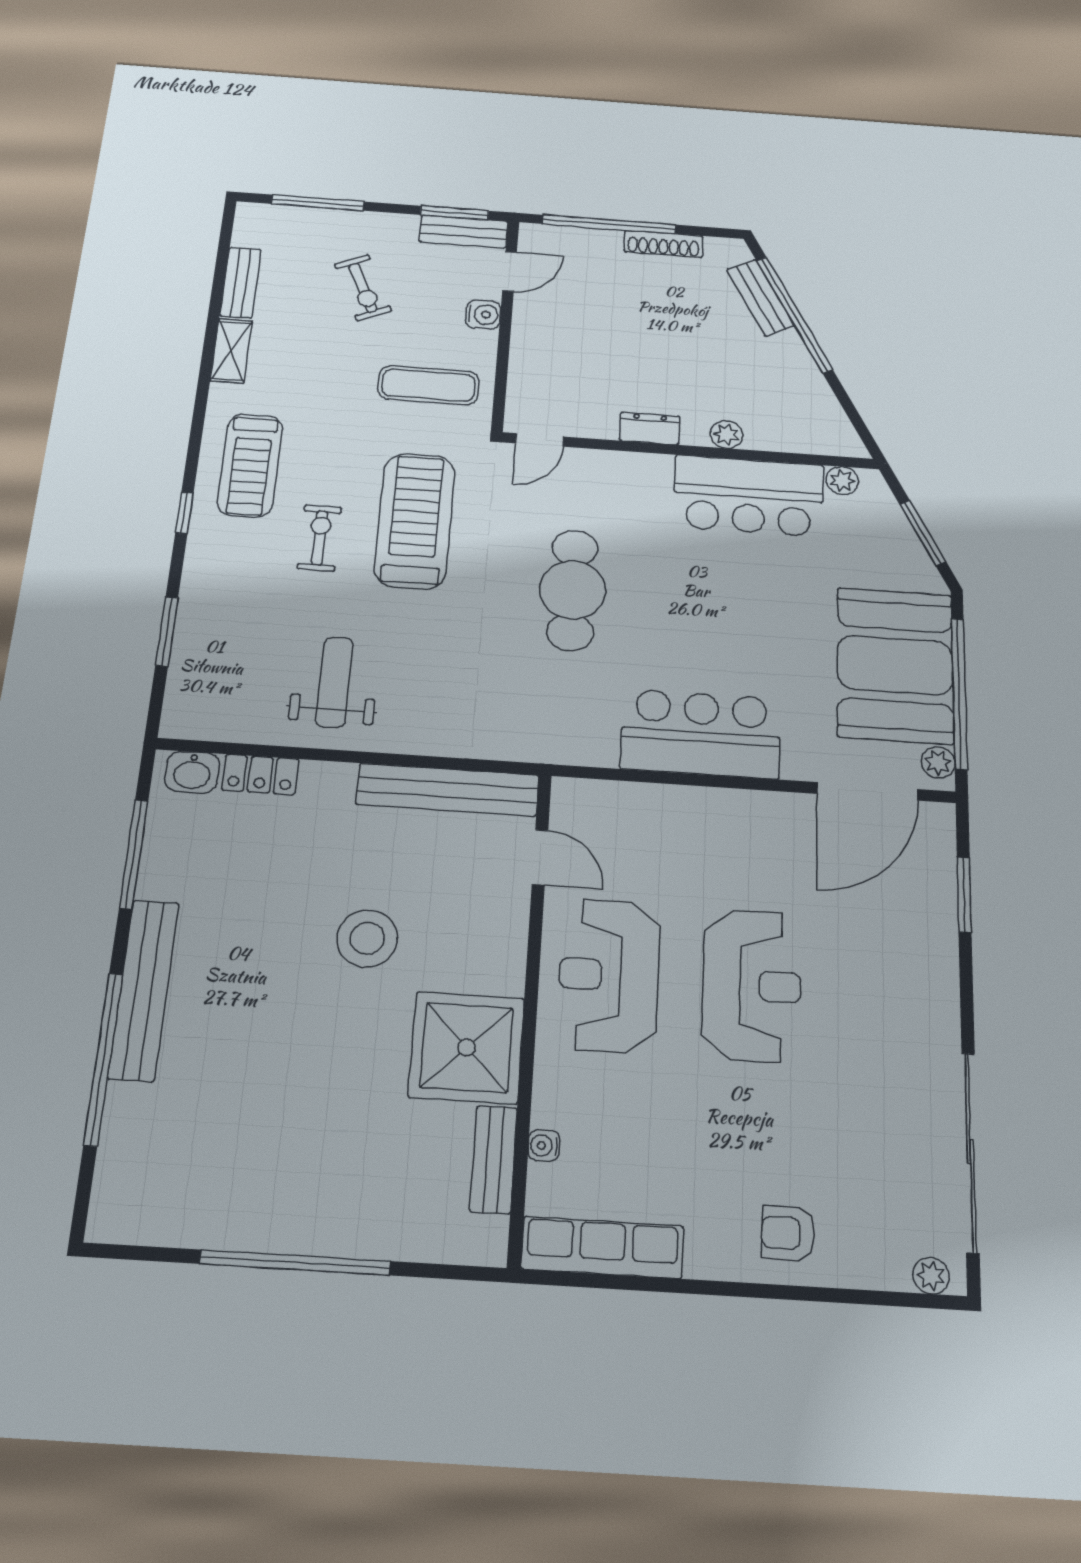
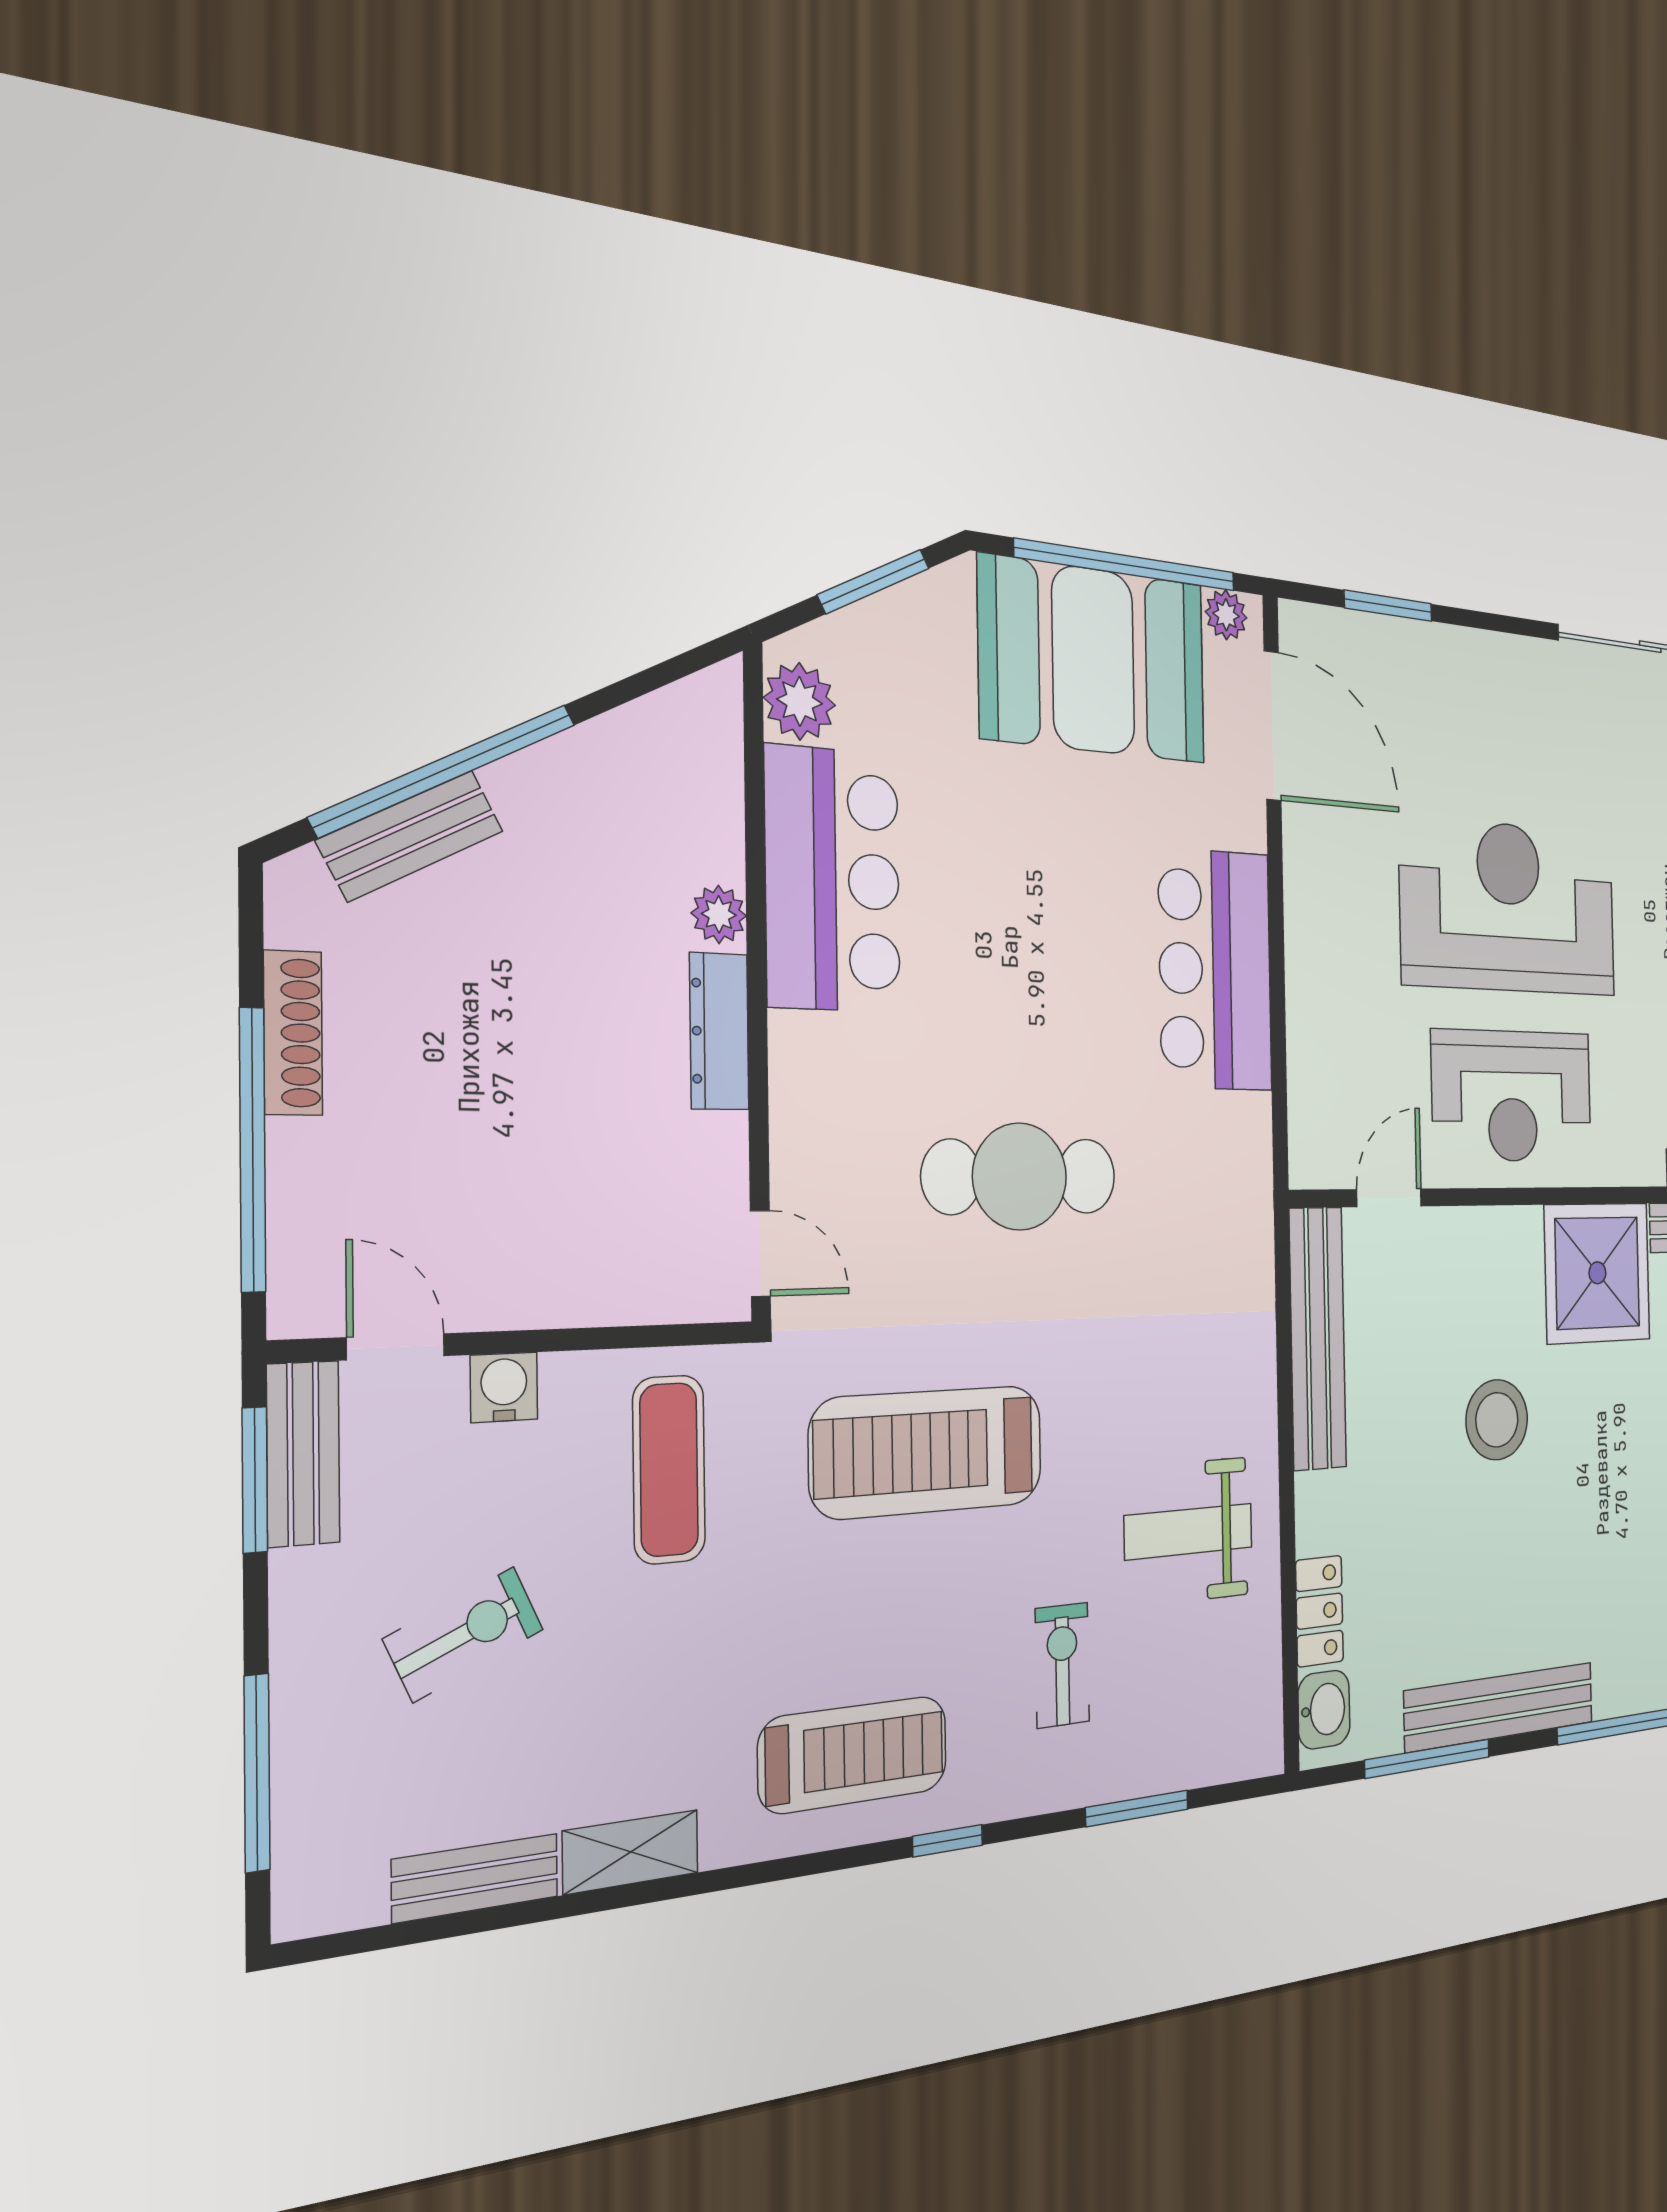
dresser: (650, 428) -> (719, 1031), width x1.44
plant: (842, 481) -> (800, 701), width x1.38, depth x1.38
exercise bike: (320, 538) -> (1062, 1665), moved, turned 90
reception desk: (752, 985) -> (1509, 907), width x1.36, depth x1.30
bench: (144, 990) -> (1500, 1707), moved

